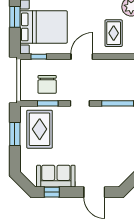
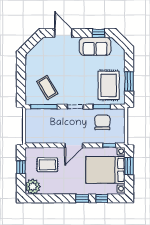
window: (15, 17) -> (129, 166), moved
rug: (114, 33) -> (47, 165), turned 90
coffee table: (114, 126) -> (47, 88), added

